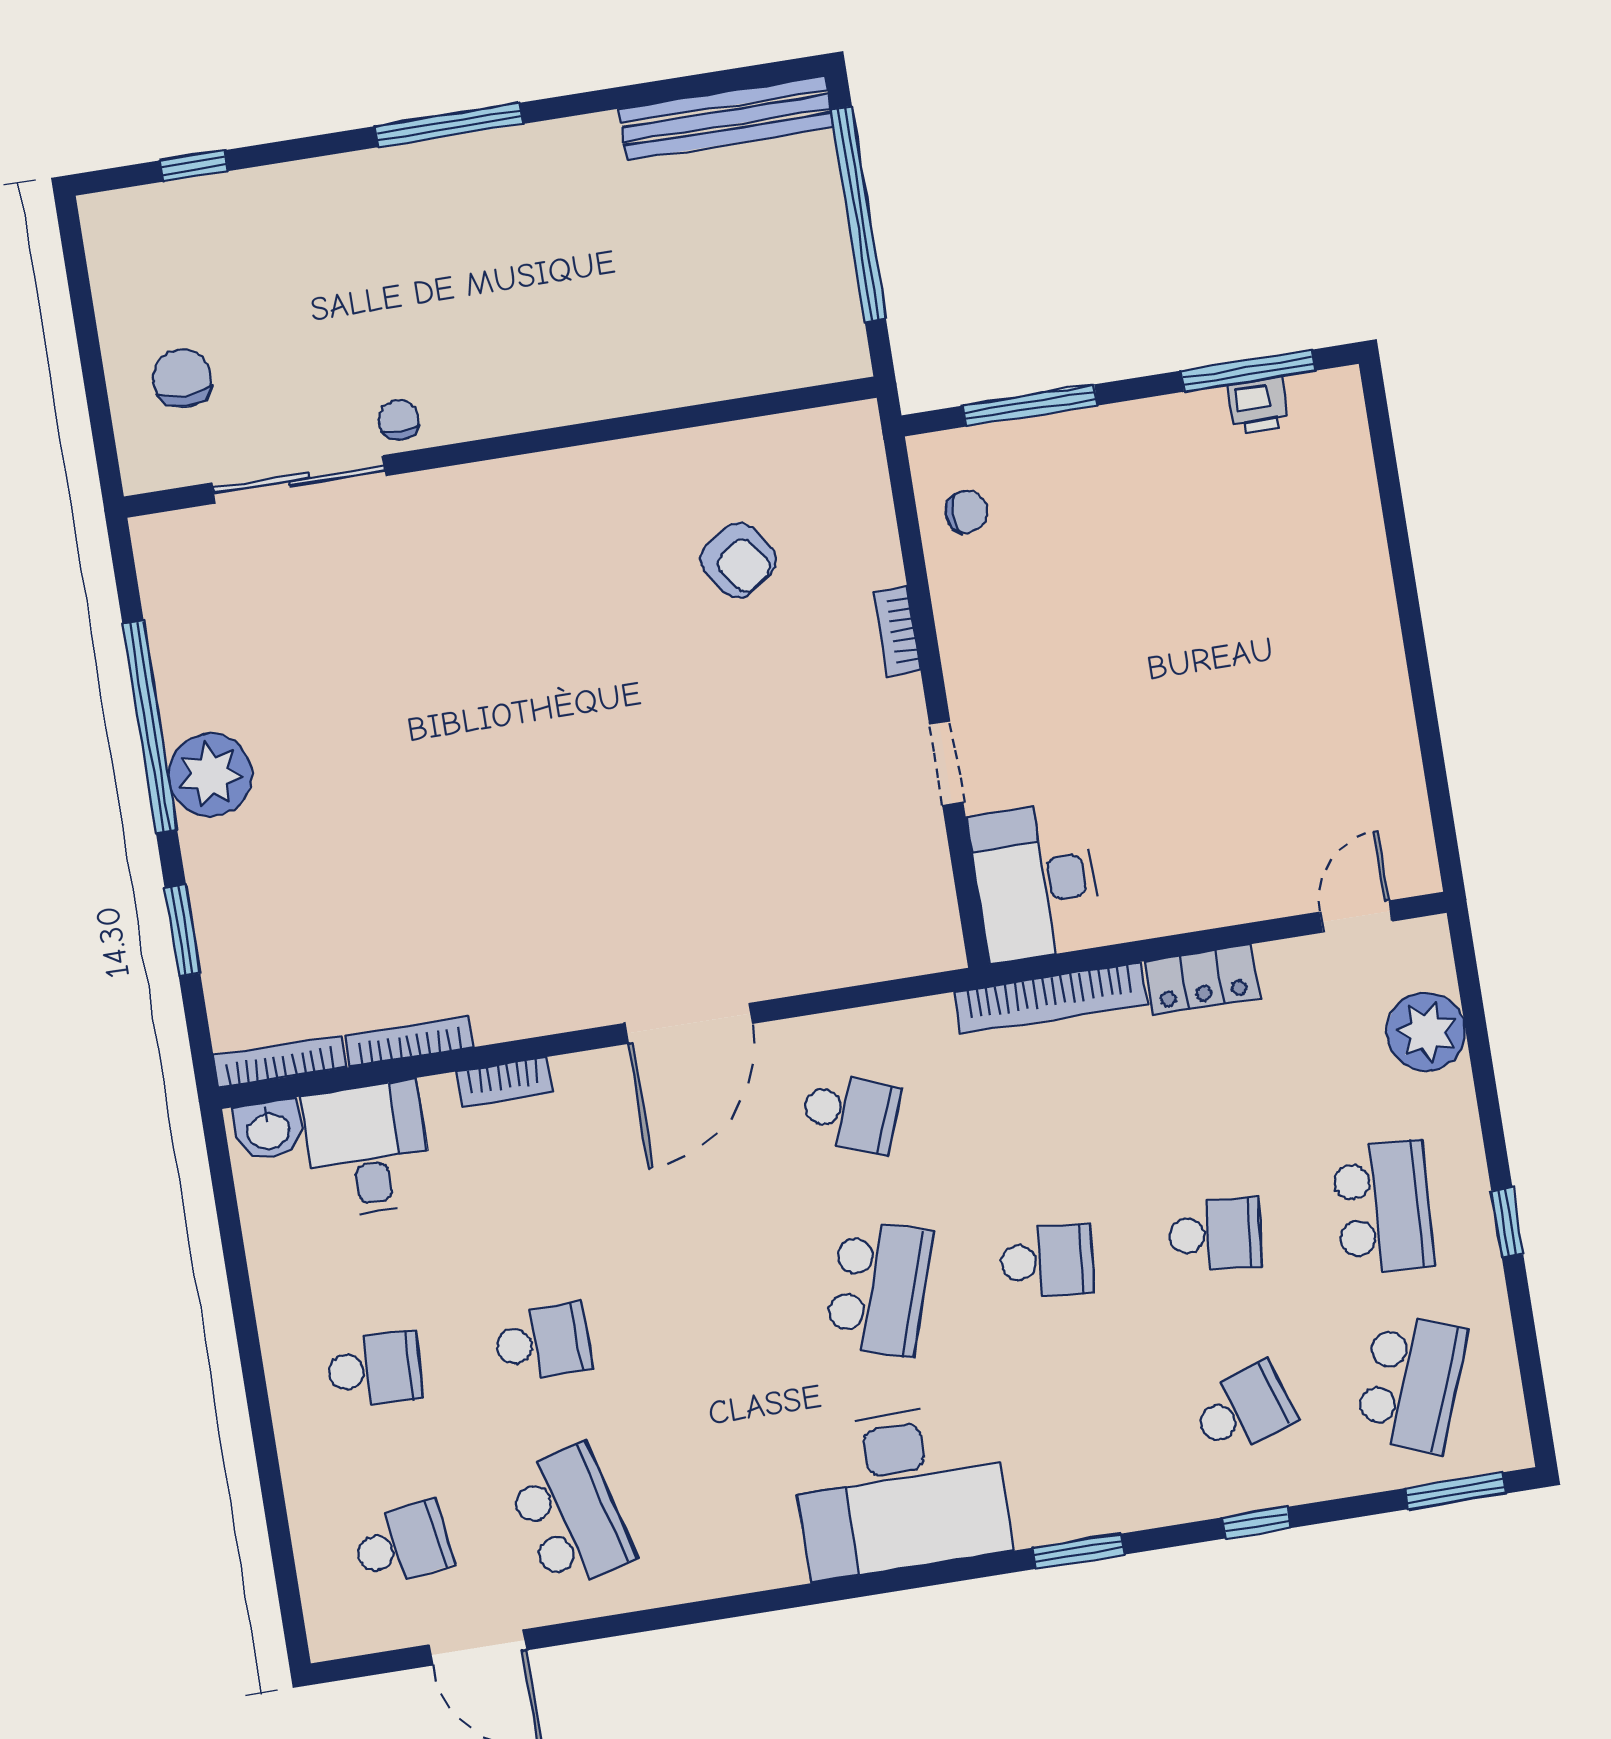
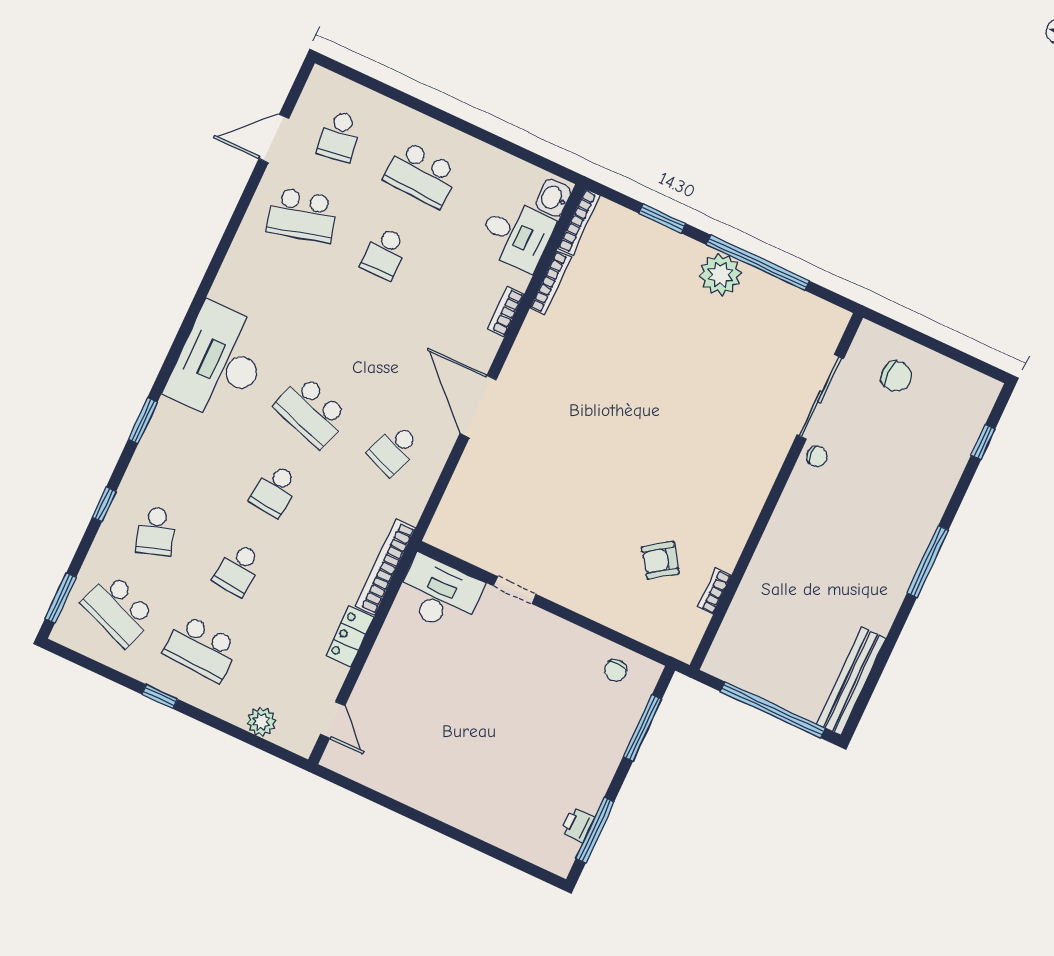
bookcase: (897, 631) -> (714, 591), moved, turned -90
plant: (1426, 1032) -> (261, 722), width x0.73, depth x0.73
school desk: (374, 1369) -> (422, 174), width x1.85

